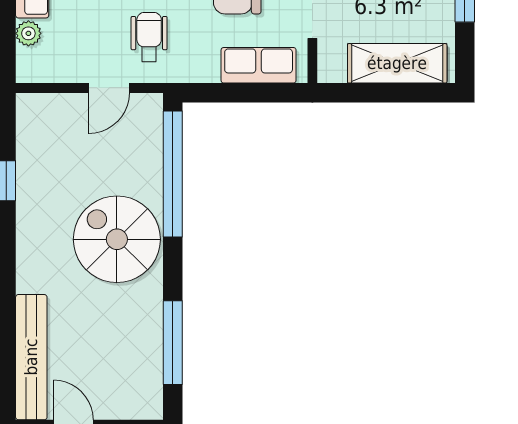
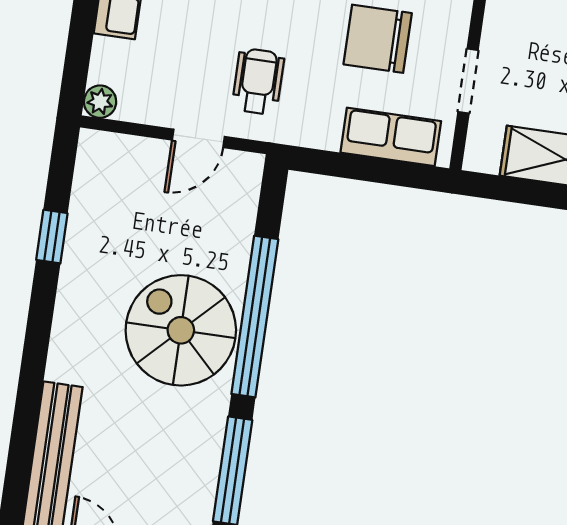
plant: (28, 33) -> (100, 102), moved
window: (173, 174) -> (255, 317), moved

